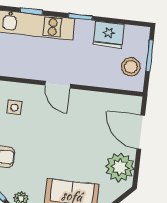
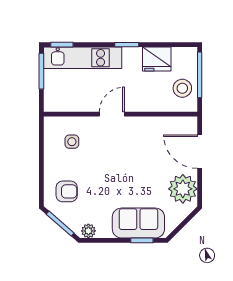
window: (31, 11) -> (62, 45), moved
window: (149, 55) -> (200, 75), width x1.44
door: (58, 85) -> (112, 114), swing flipped

